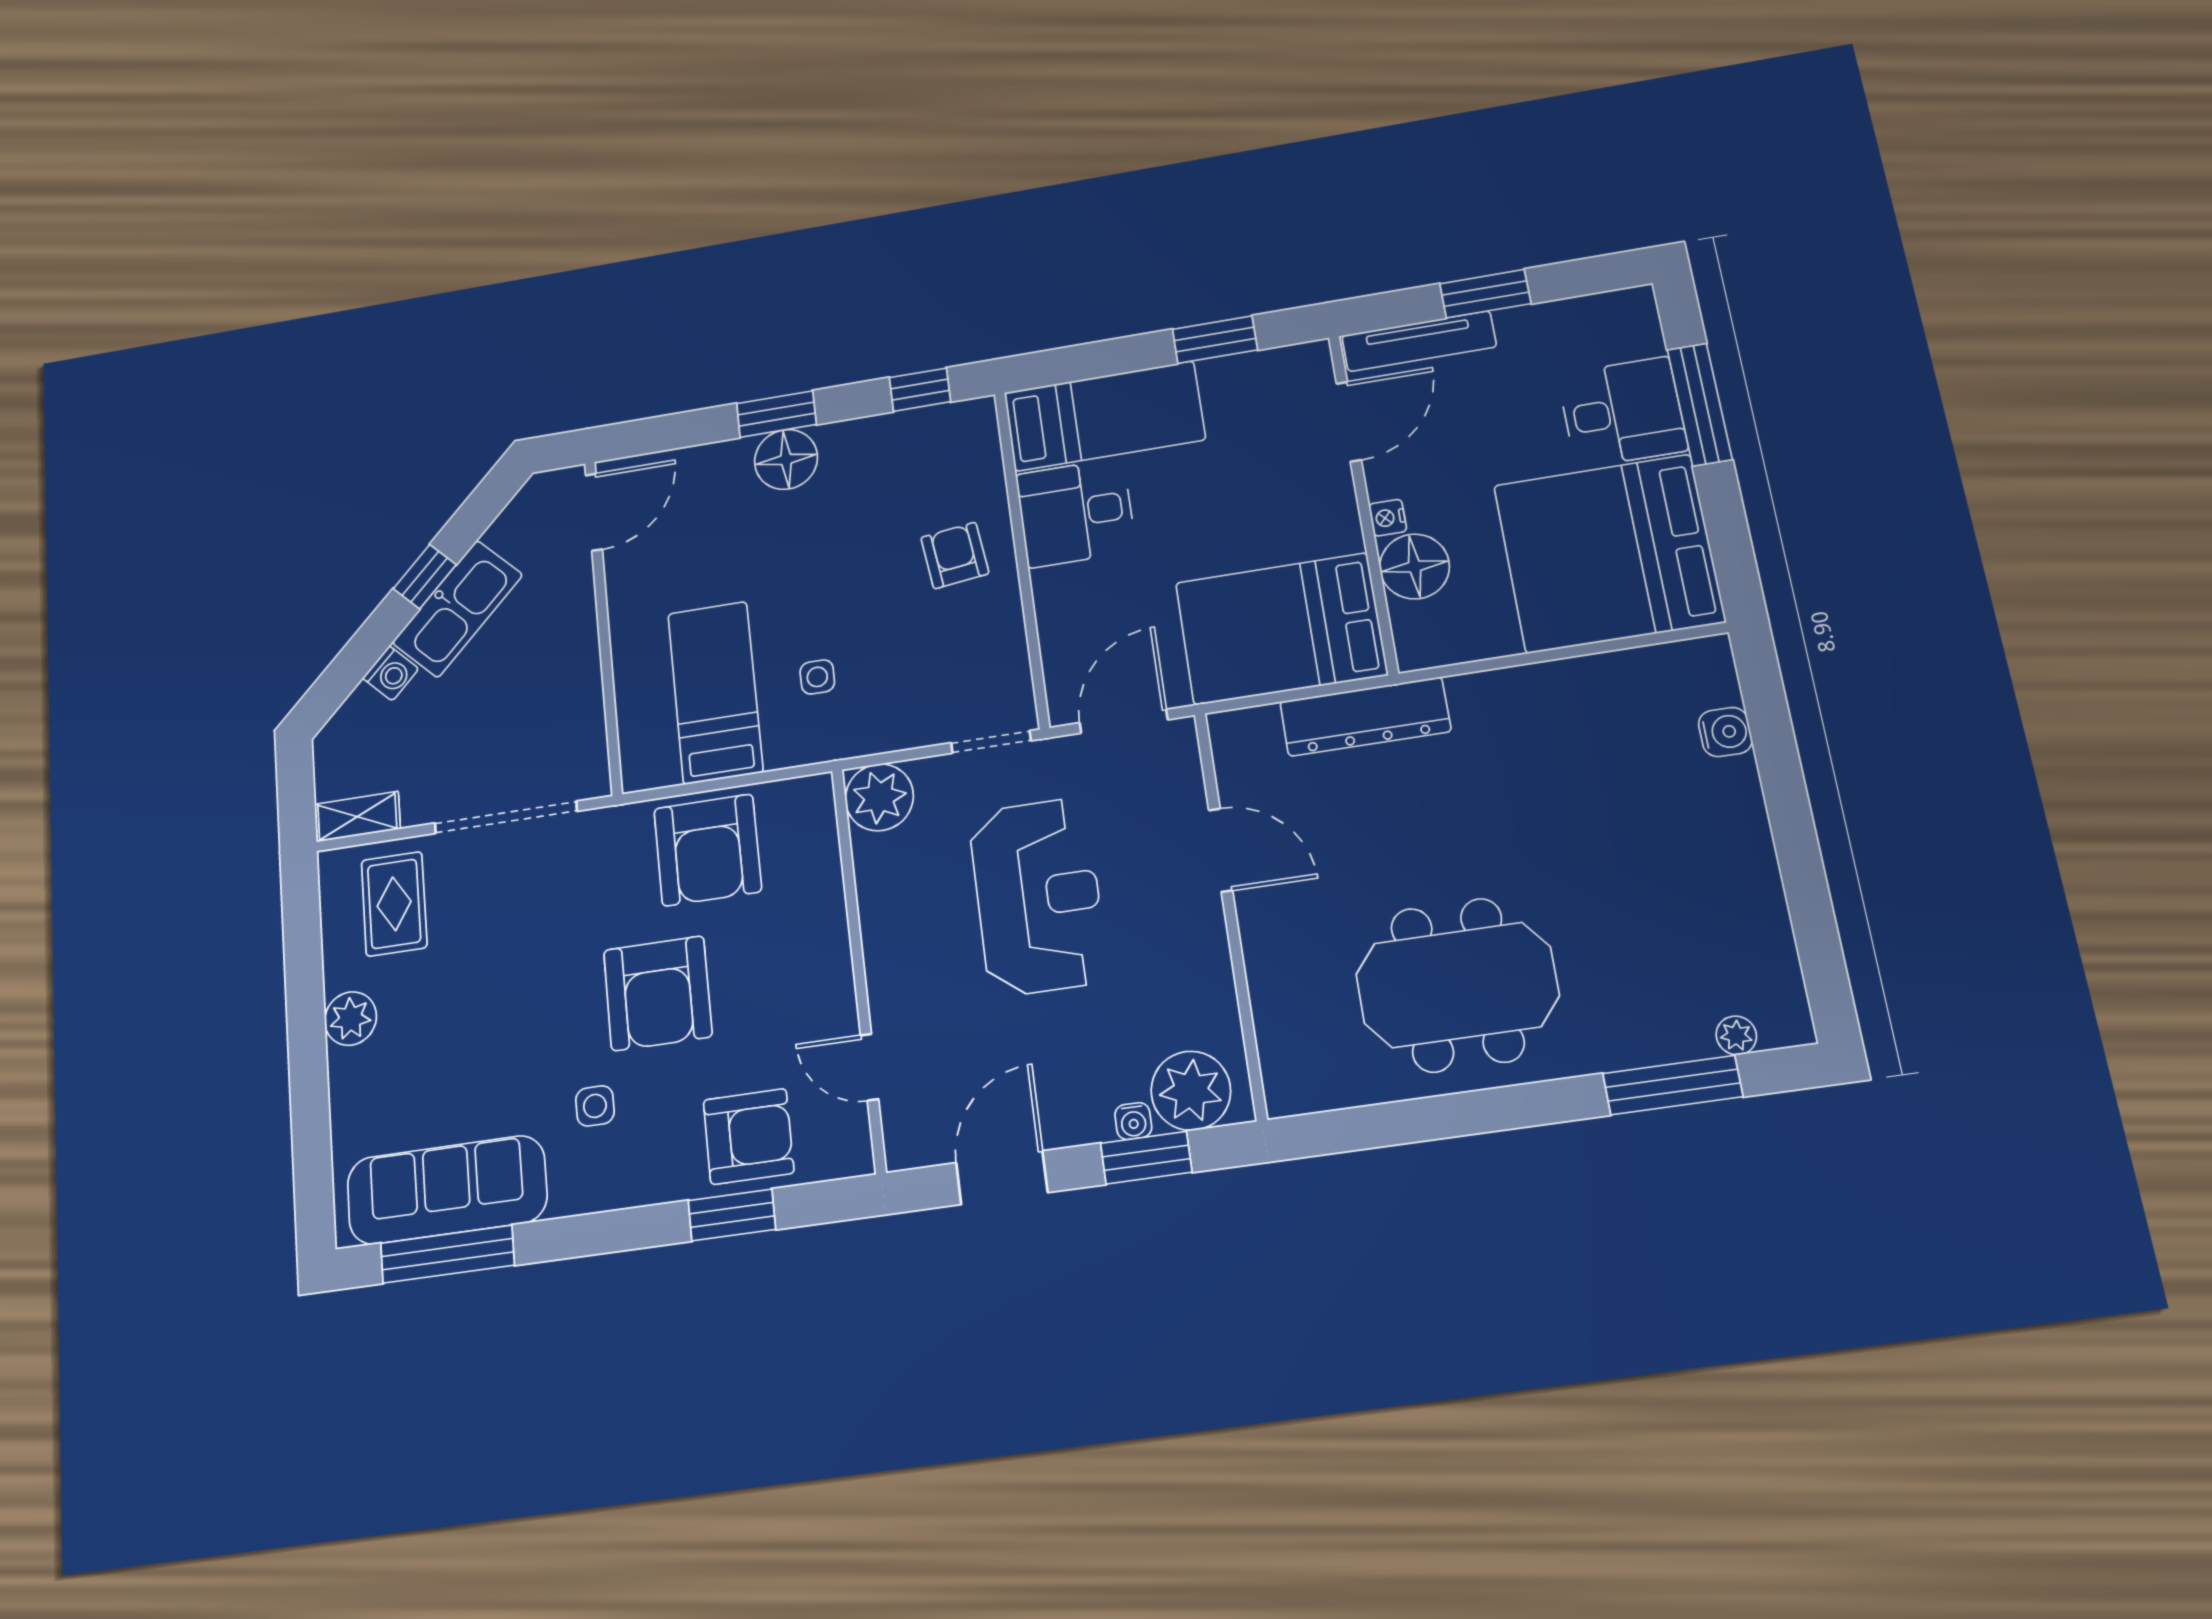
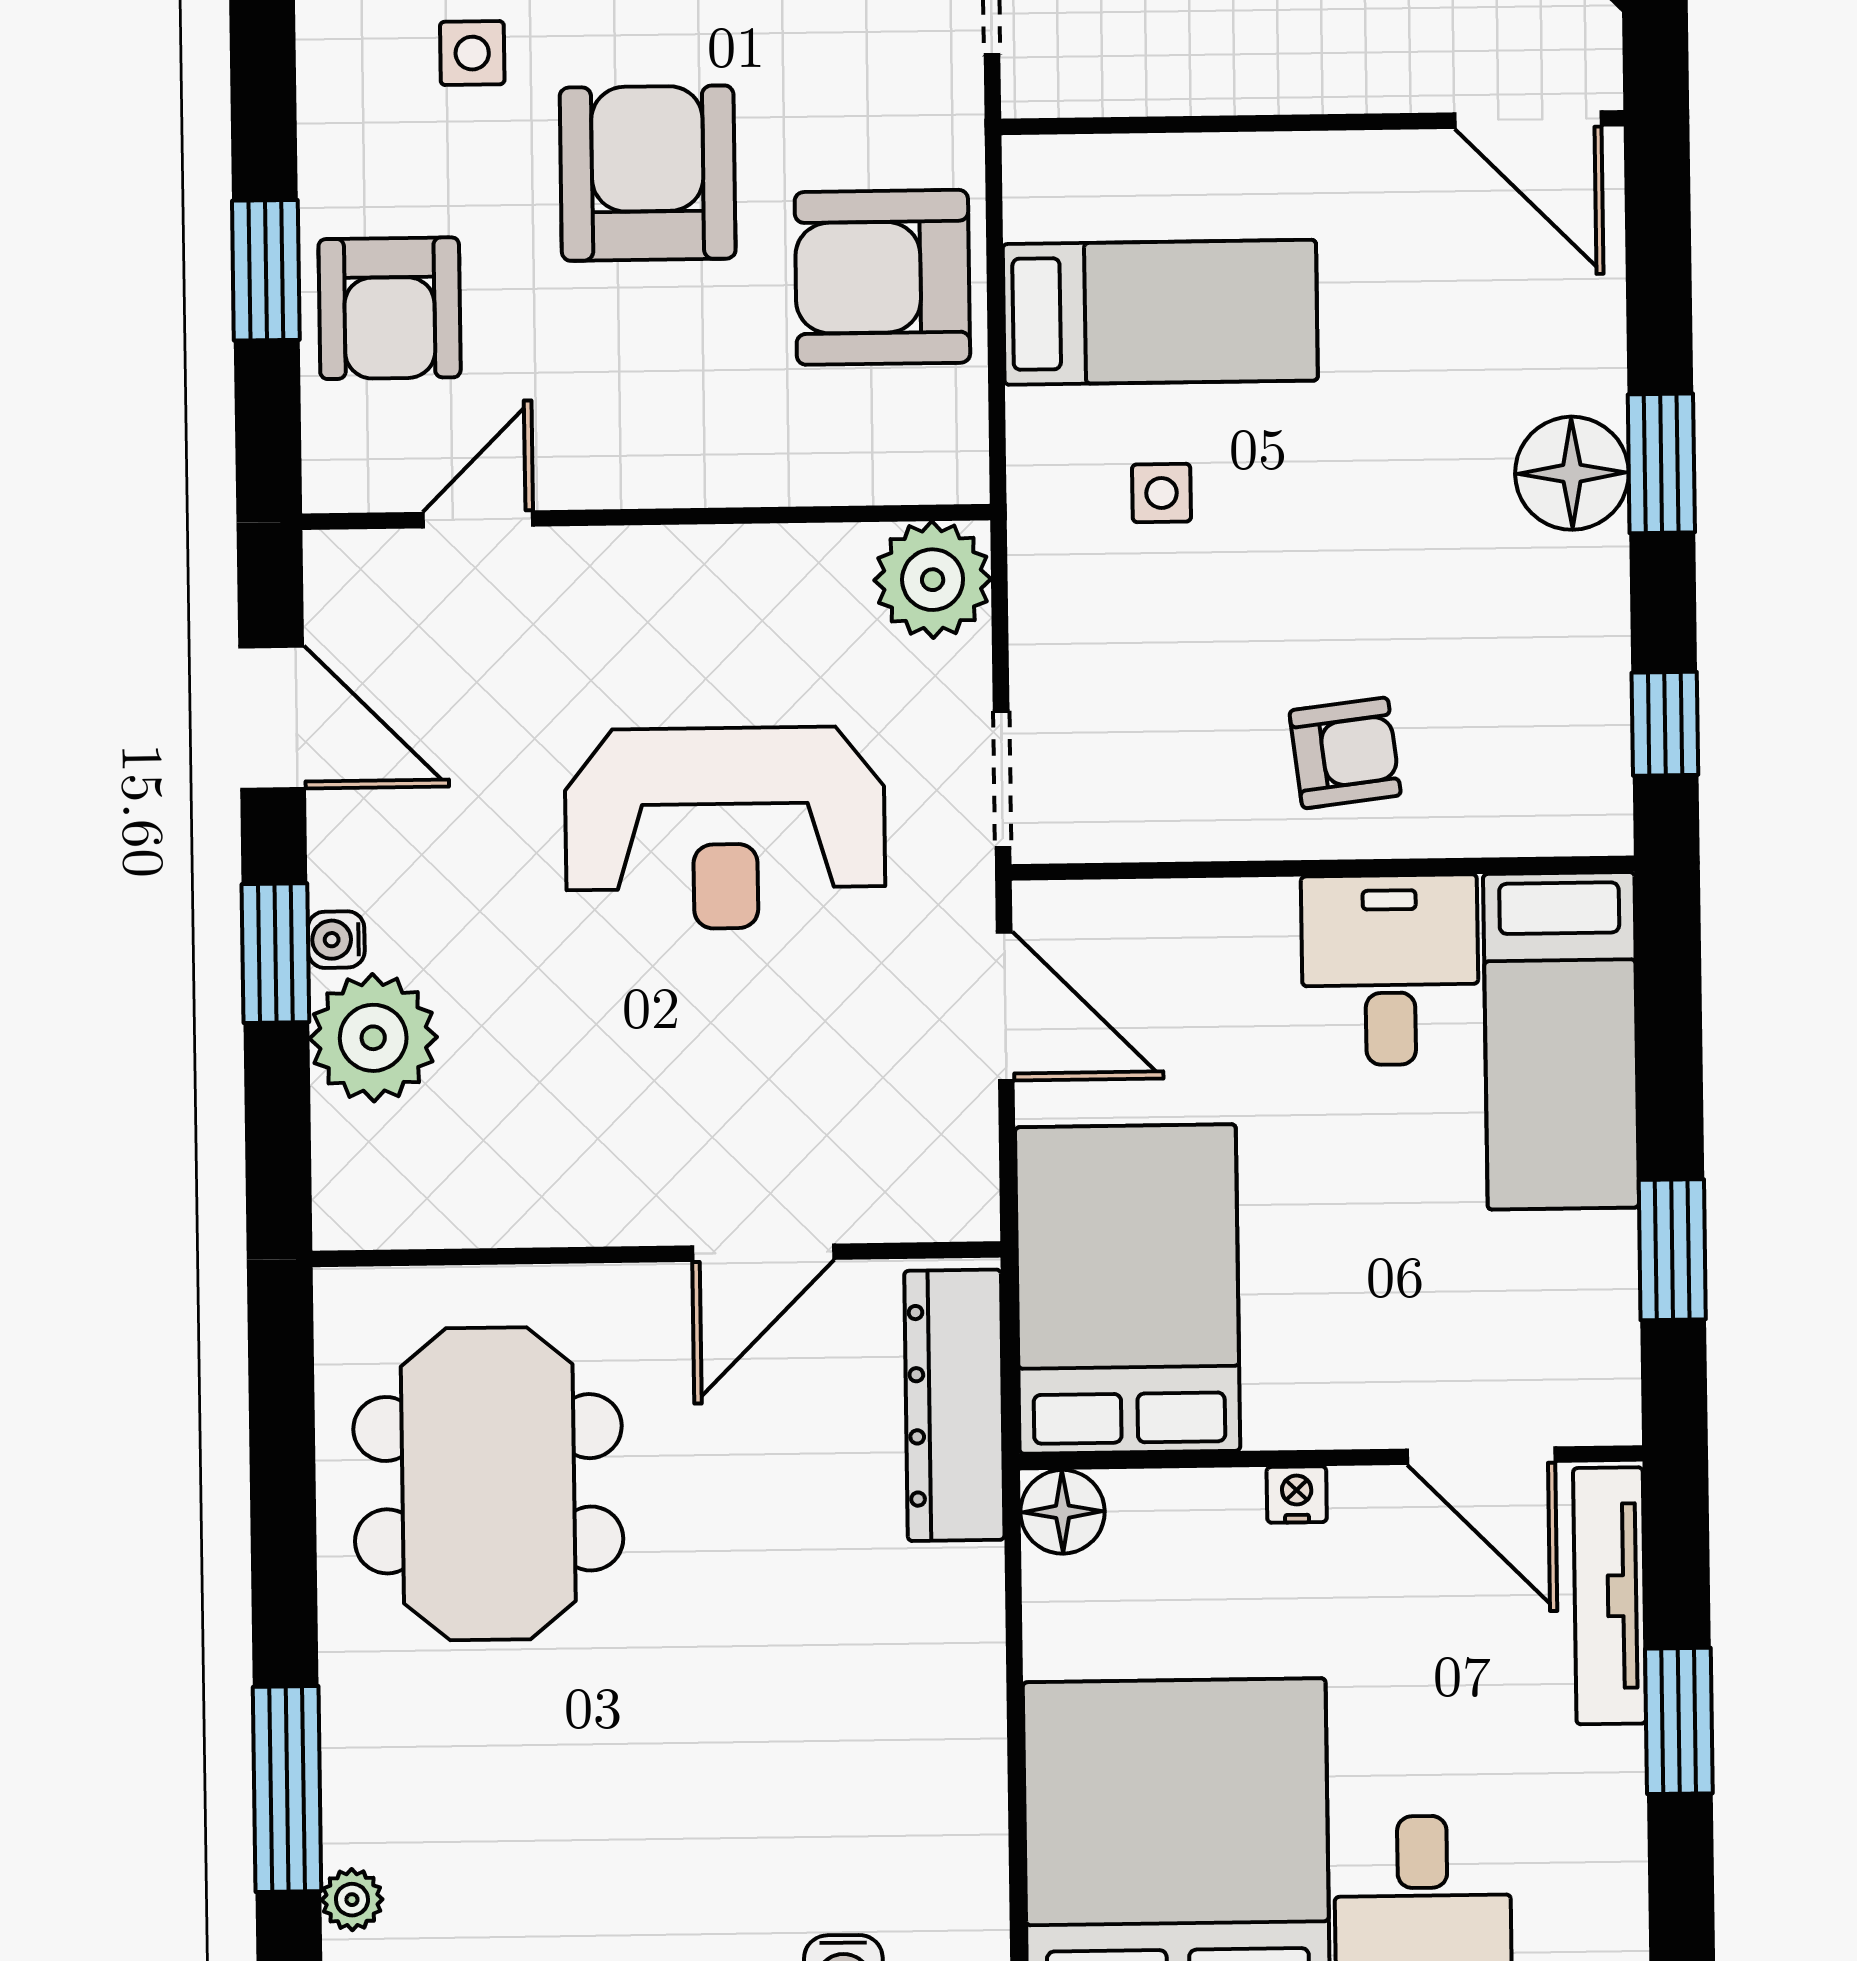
floor lamp: (1415, 566) -> (1063, 1512), moved, width x0.73, depth x0.73
door: (1221, 850) -> (763, 1253), moved
wall: (1230, 913) -> (656, 1254), moved
armchair: (658, 993) -> (648, 173), turned 90

